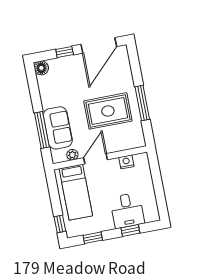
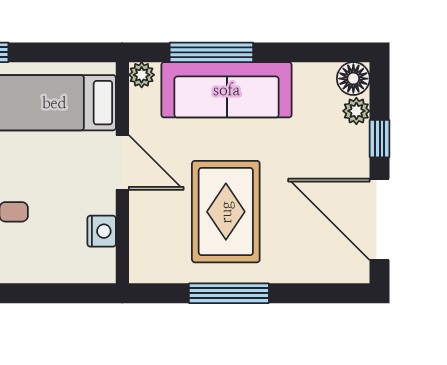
plant: (55, 64) -> (356, 111), added
sofa: (58, 128) -> (227, 90), width x1.36
plant: (72, 155) -> (142, 75), moved

